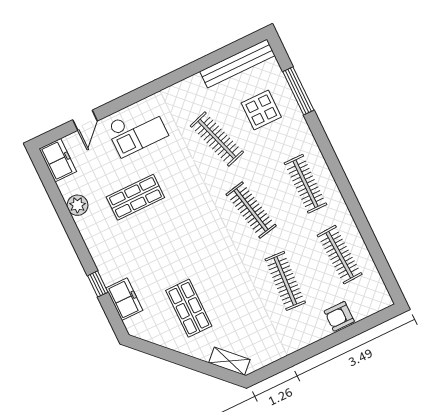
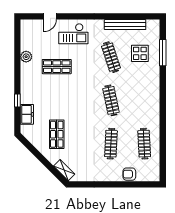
bench: (237, 64) -> (125, 25), moved
freezer: (58, 160) -> (27, 30), removed
clothes rail: (305, 184) -> (144, 100), removed

